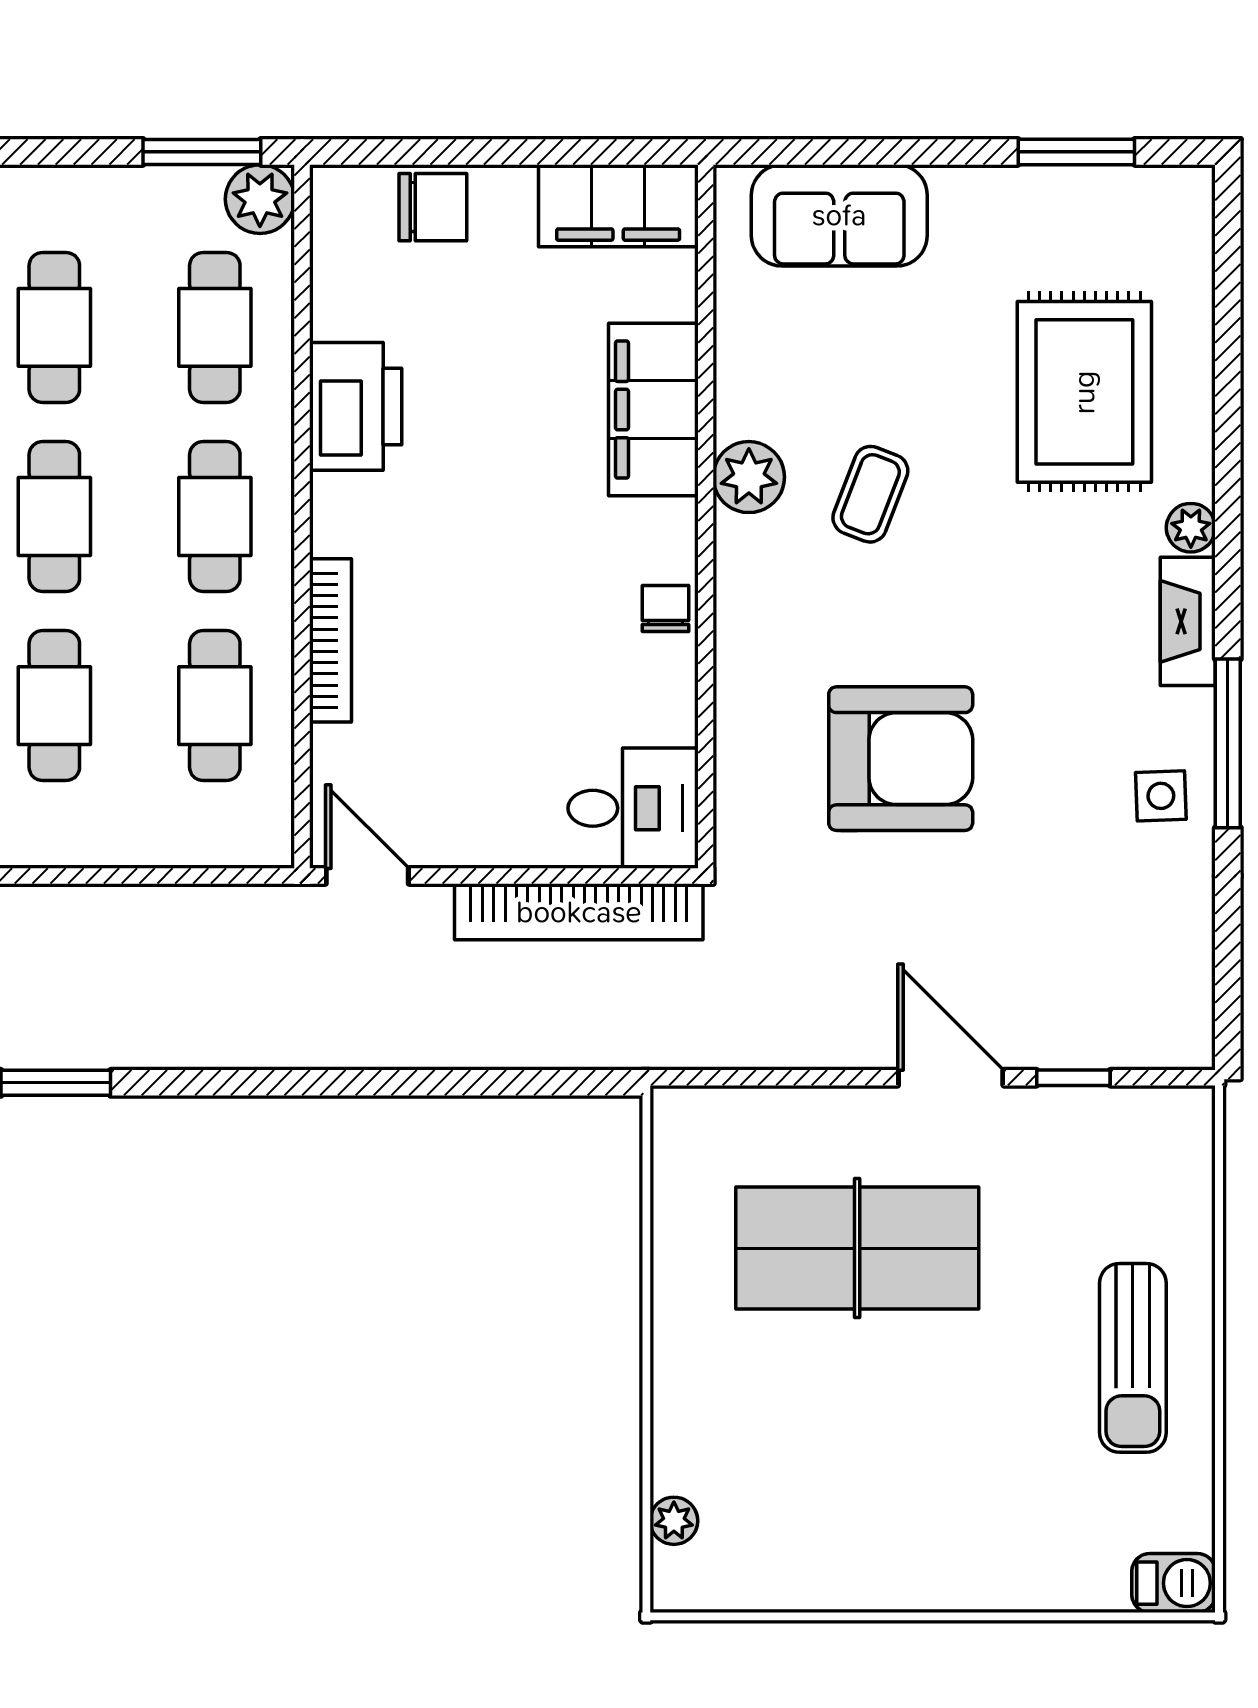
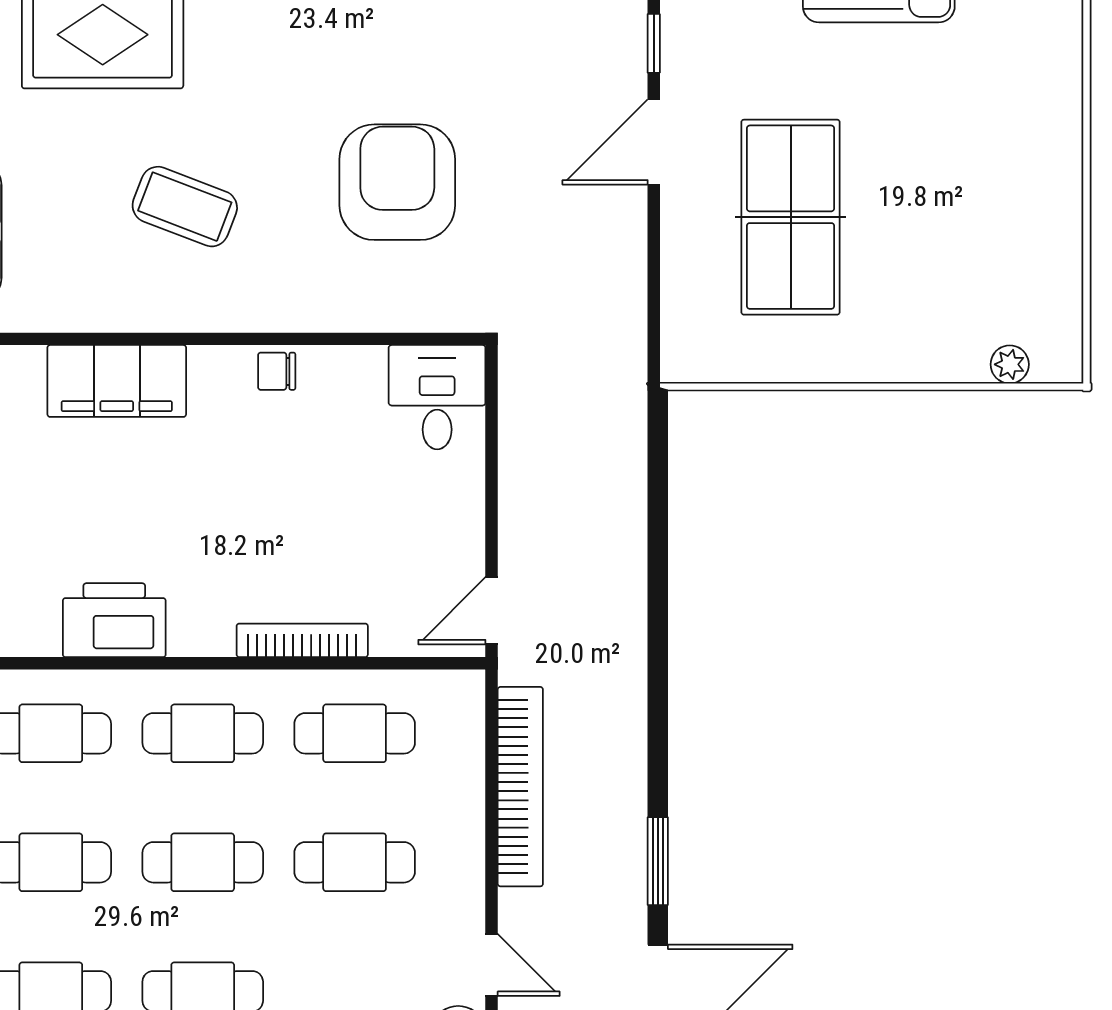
plant: (749, 477) -> (171, 304), removed
coffee table: (870, 494) -> (185, 207), width x1.36, depth x1.30
bookcase: (579, 912) -> (520, 787), moved

